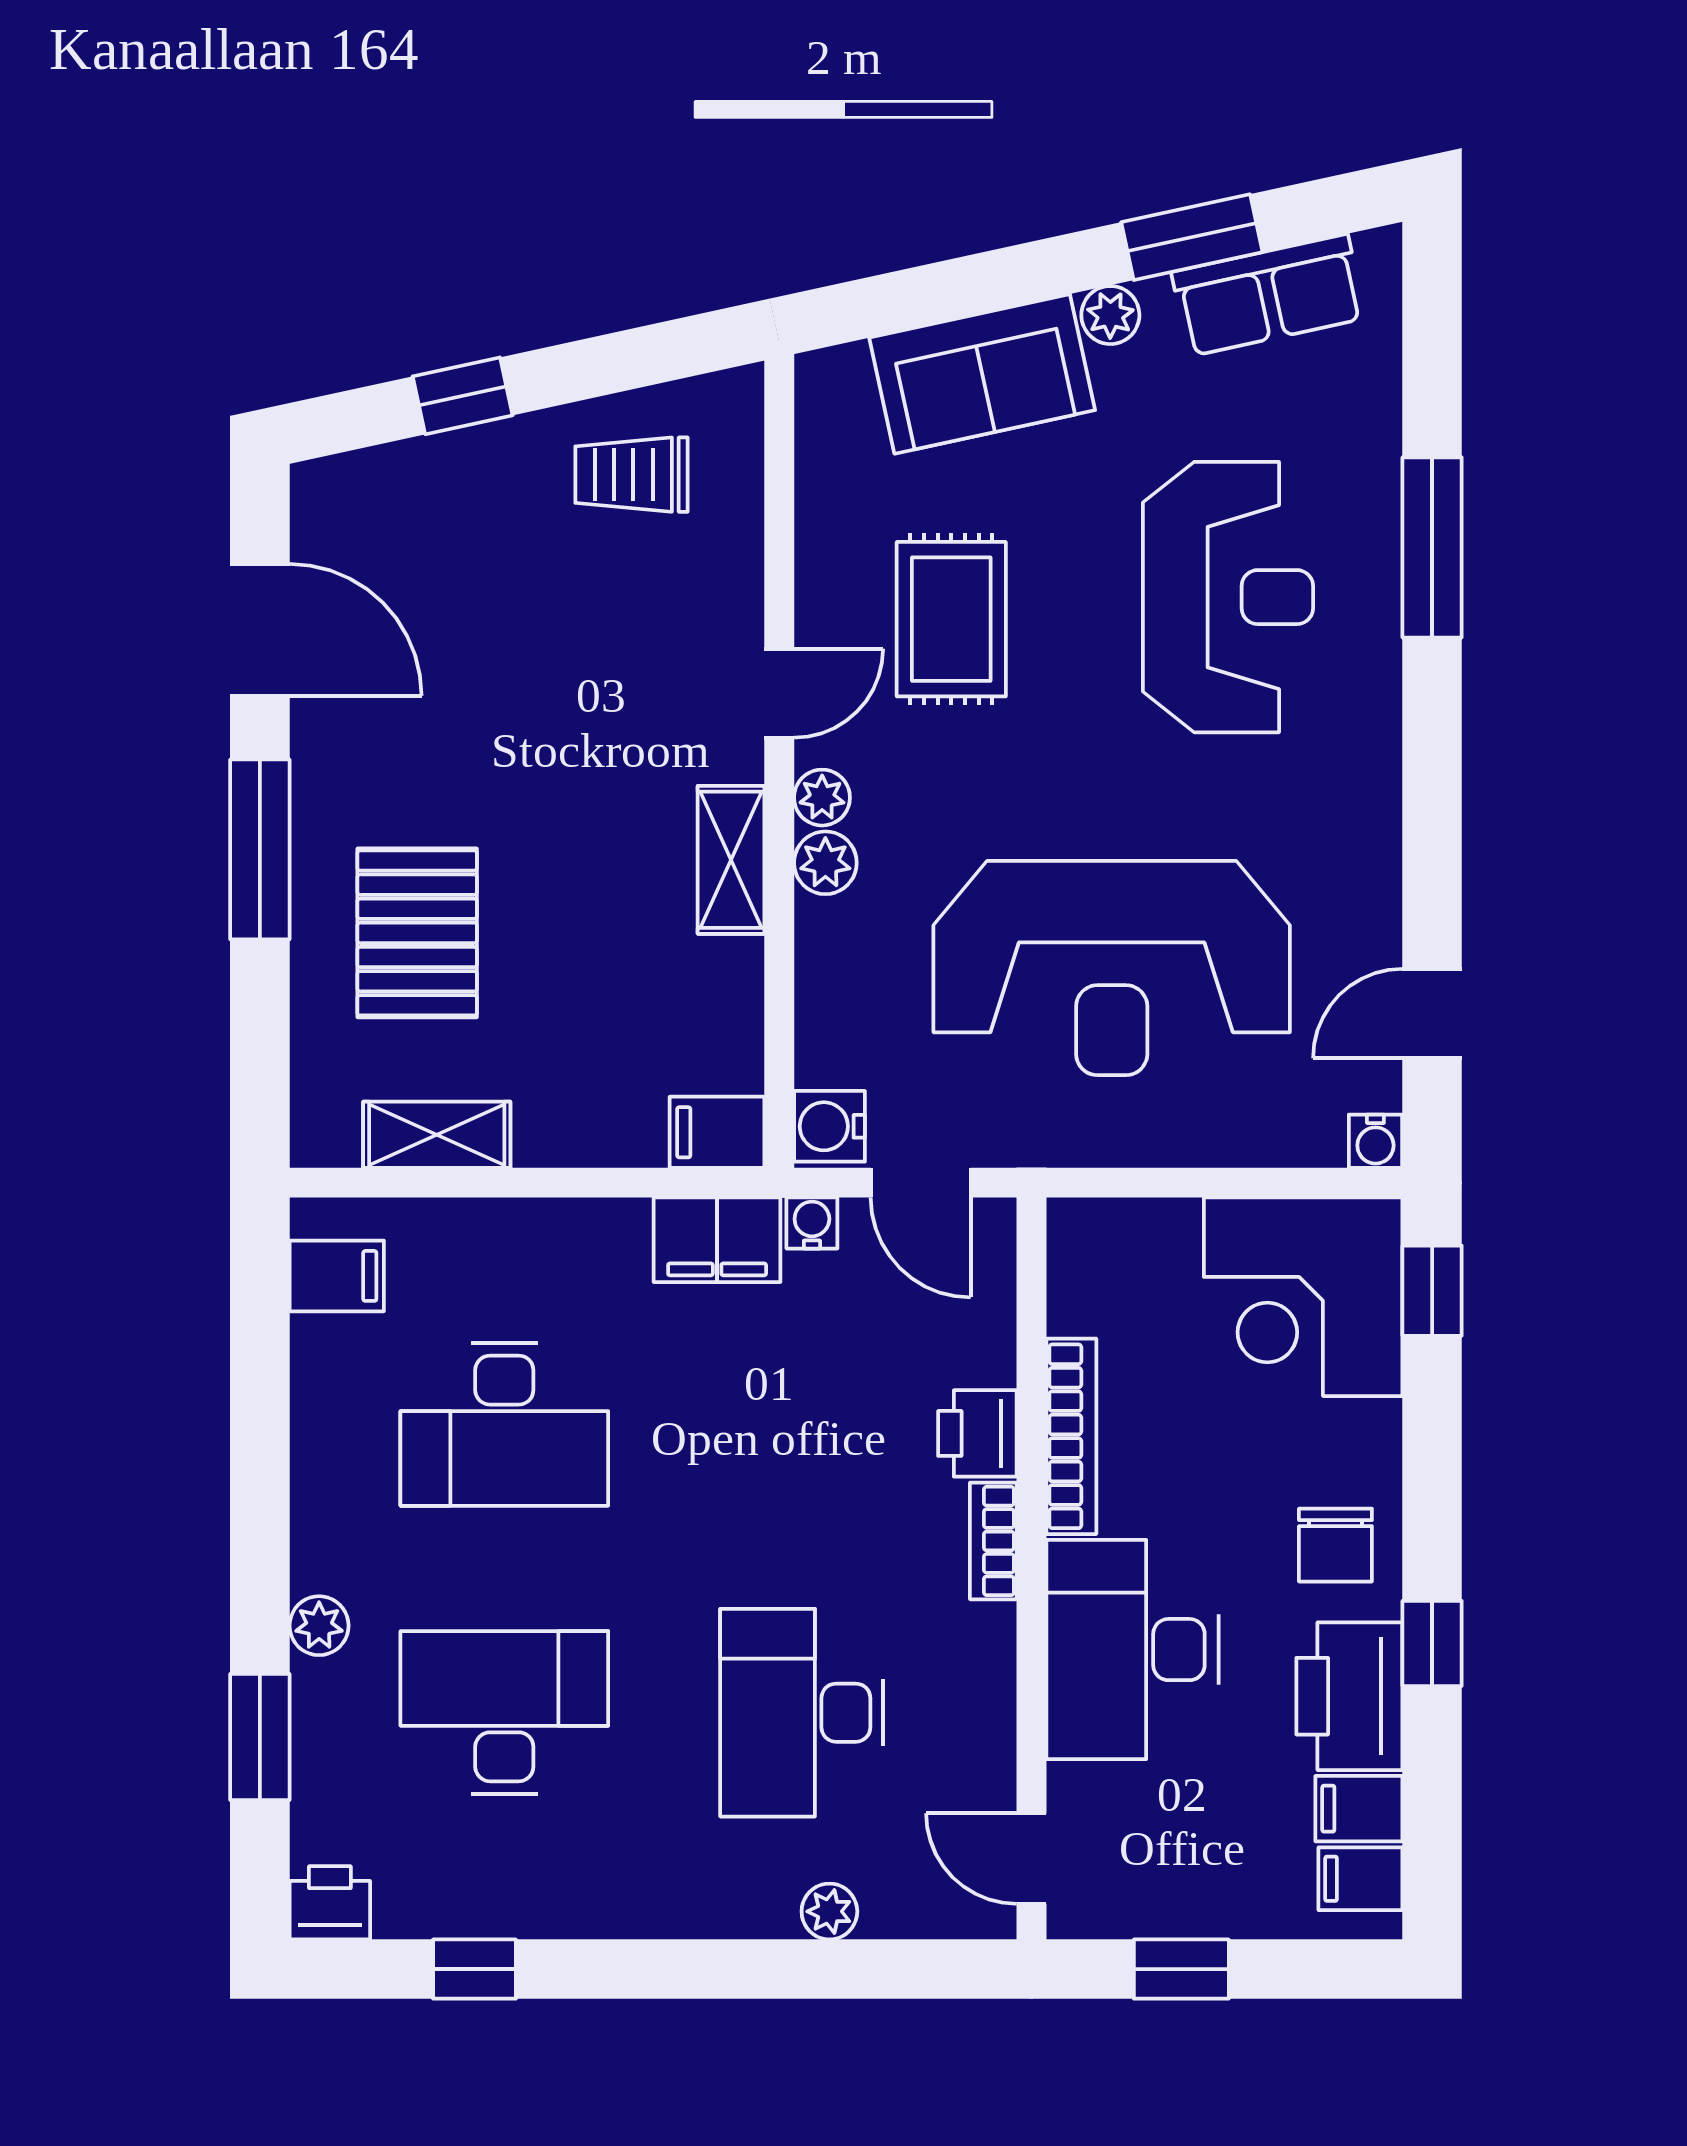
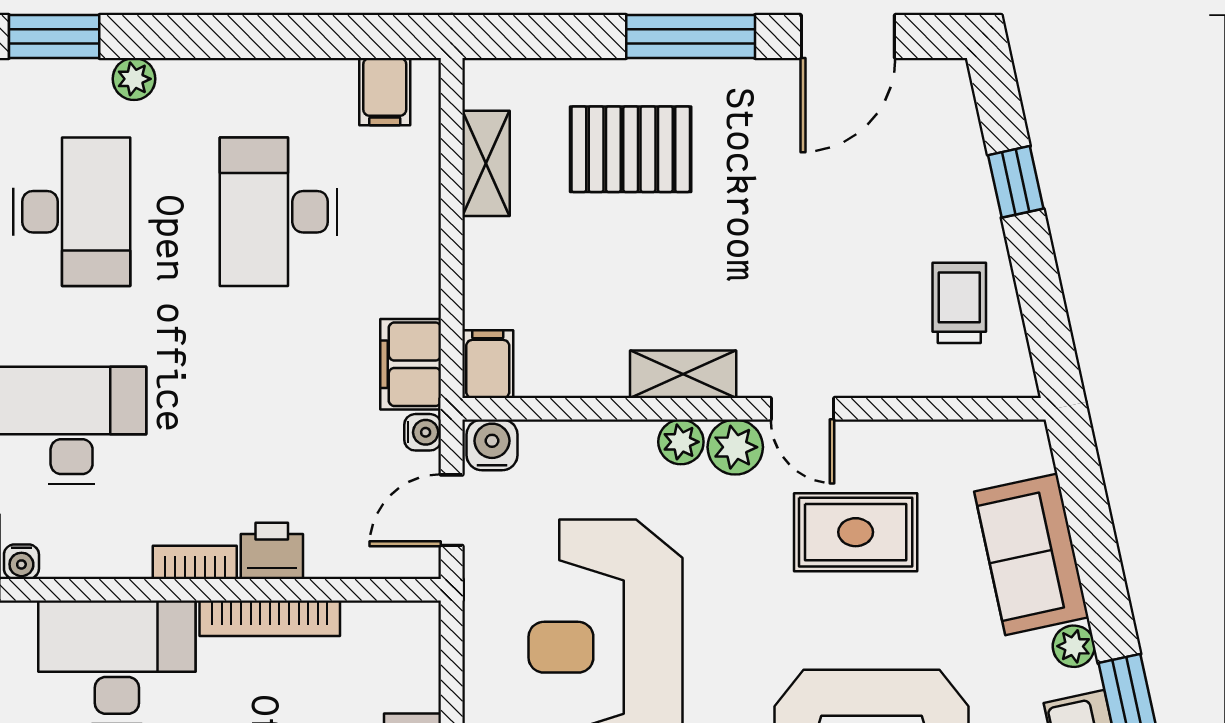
plant: (822, 798) -> (735, 447), width x1.38, depth x1.38
water cooler: (992, 1783) -> (21, 562), added

